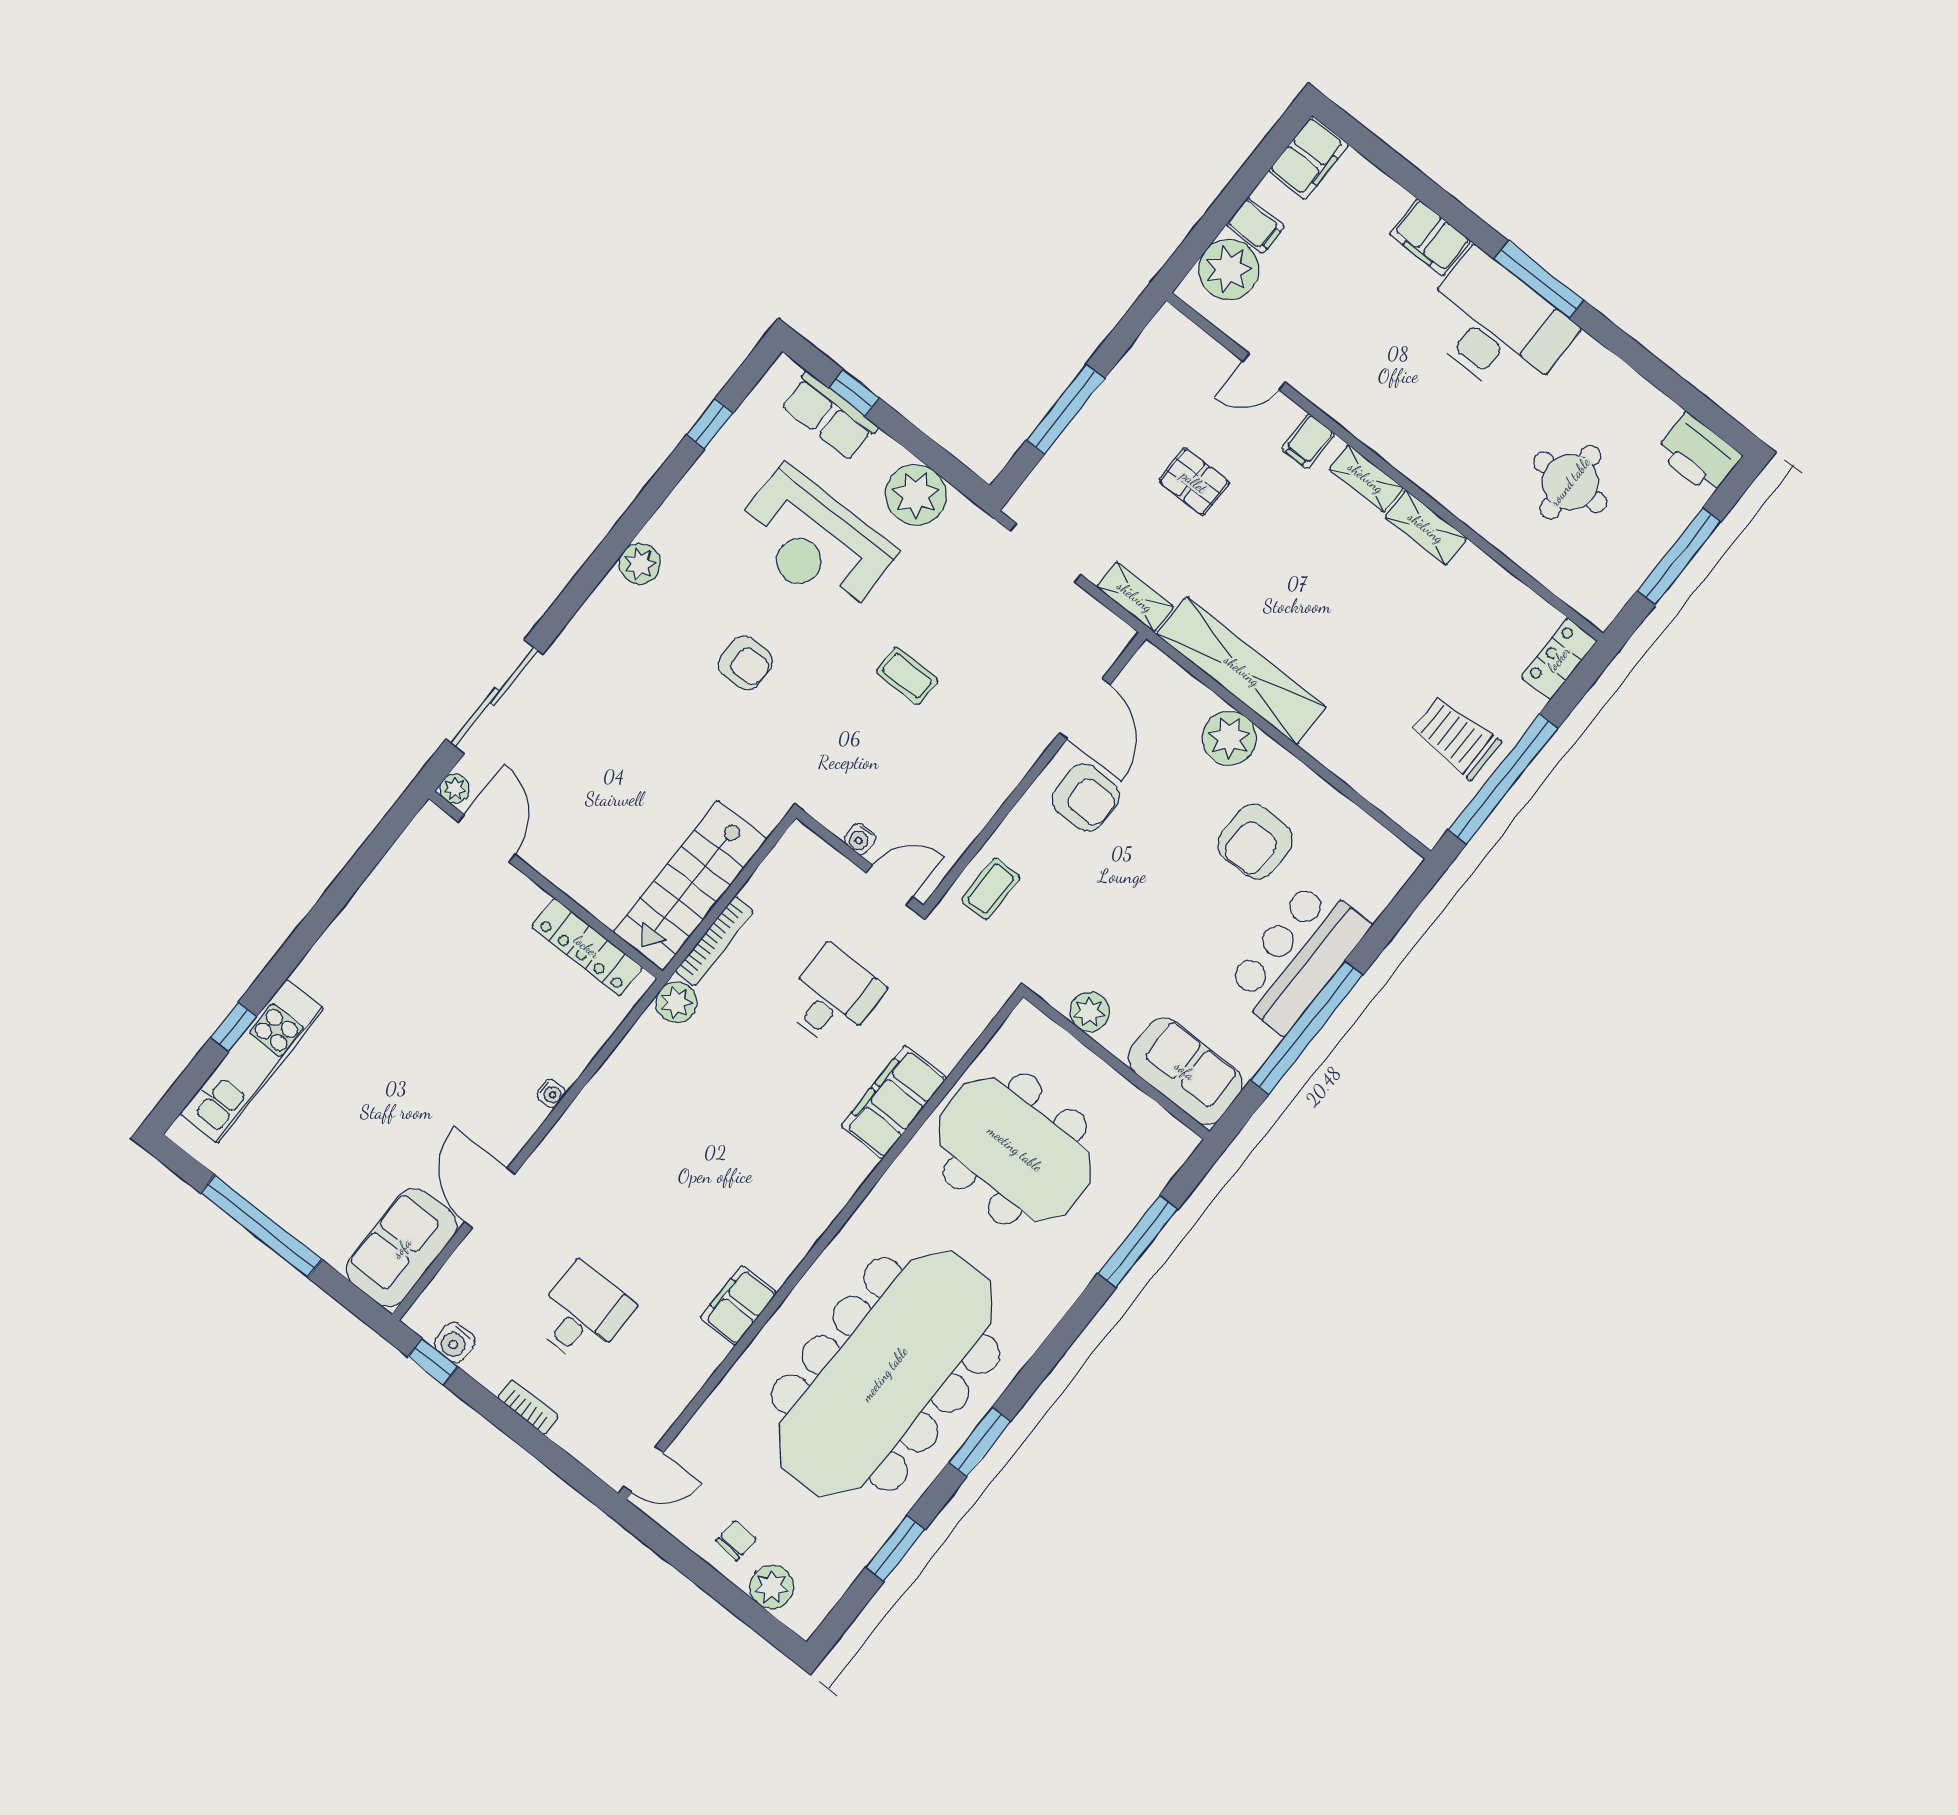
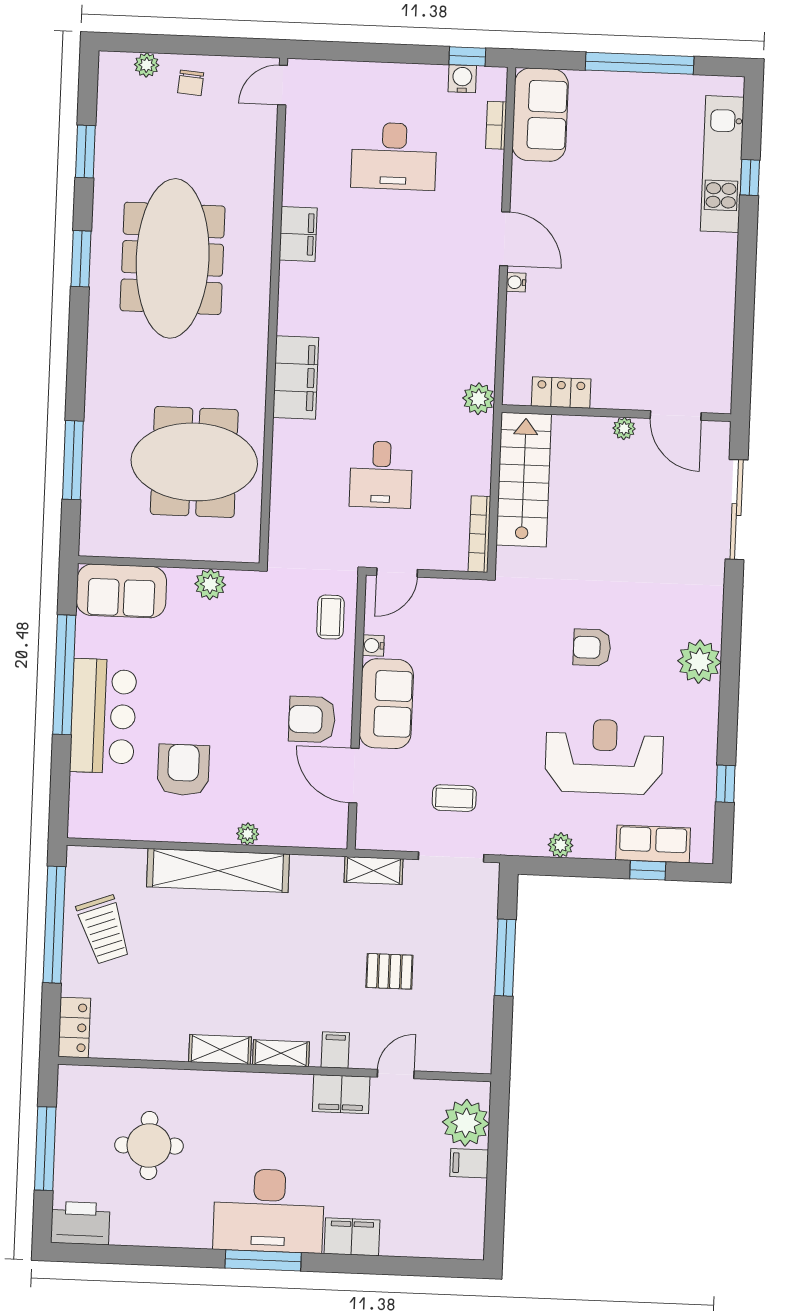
filing cabinet: (1309, 158) -> (341, 1094), moved, turned -90
plant: (916, 495) -> (561, 845), width x0.53, depth x0.53
plant: (640, 564) -> (699, 662), width x1.36, depth x1.36
shelving: (1242, 671) -> (218, 871), moved
coffee table: (907, 676) -> (454, 798), moved
trolley: (1456, 737) -> (104, 930), turned 70
plant: (1229, 738) -> (248, 834), width x0.53, depth x0.53
sofa: (998, 758) -> (386, 704), added
plant: (455, 789) -> (624, 428), moved
water cooler: (860, 839) -> (373, 646), moved, turned -90
bookcase: (714, 941) -> (479, 534), moved
locker: (587, 947) -> (561, 393), width x0.66
filing cabinet: (894, 1102) -> (296, 378), moved
door: (490, 1198) -> (505, 239), moved
desk: (582, 1314) -> (394, 156), width x1.37
meeting table: (885, 1374) -> (173, 258), width x0.73, depth x0.79
bookcase: (528, 1407) -> (496, 125), moved, turned 90
plant: (772, 1587) -> (147, 65), width x0.73, depth x0.73

